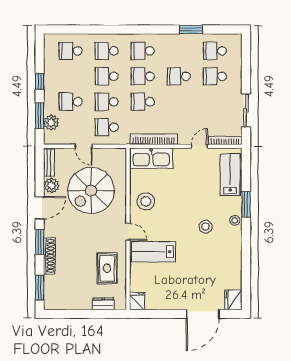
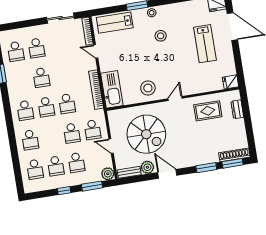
school desk: (107, 76) -> (56, 166), moved
plant: (51, 123) -> (108, 174), moved
door: (84, 146) -> (111, 146), swing flipped
window: (40, 242) -> (206, 168), moved
lab bench: (153, 252) -> (205, 44), moved
shoe rack: (49, 256) -> (234, 155), moved

